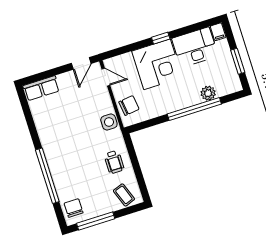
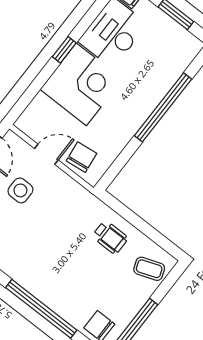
door: (106, 77) -> (46, 154), moved
plant: (208, 93) -> (167, 77), removed
side table: (109, 122) -> (20, 190), moved

